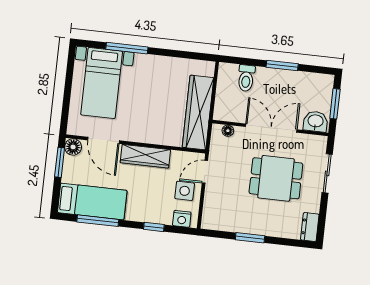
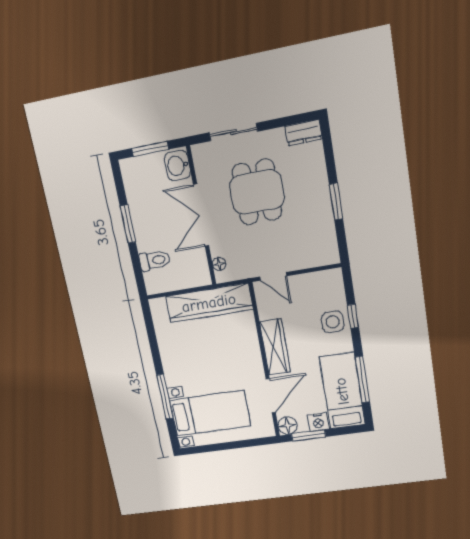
side table: (185, 191) -> (333, 322), moved
nightstand: (182, 219) -> (318, 422), moved, turned 90

